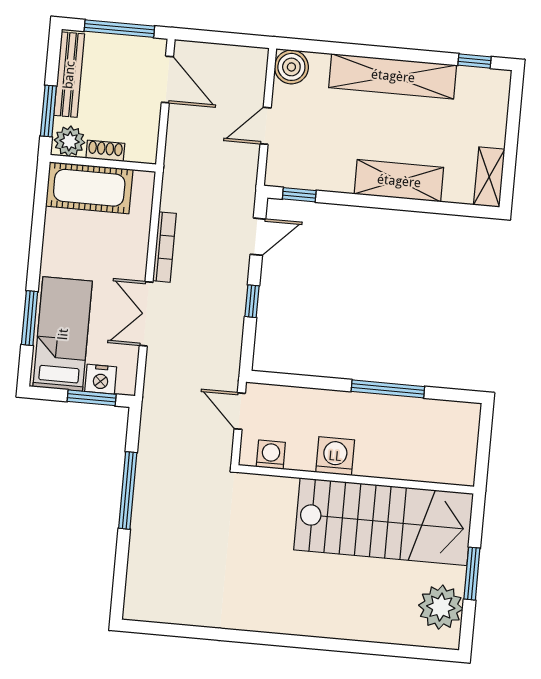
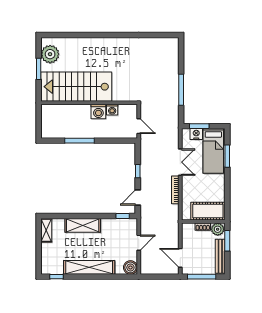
washing machine: (271, 455) -> (112, 110), moved

